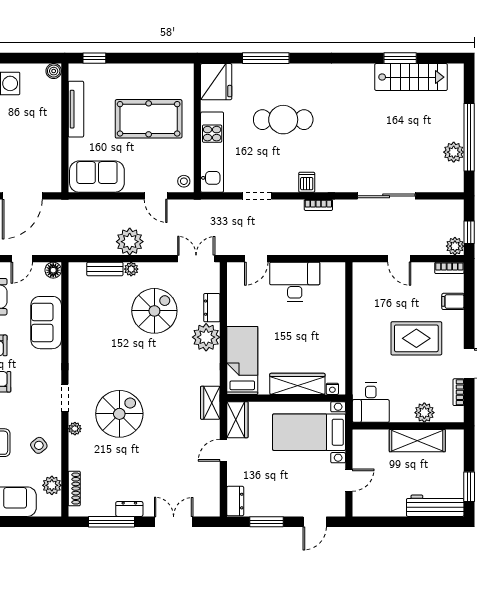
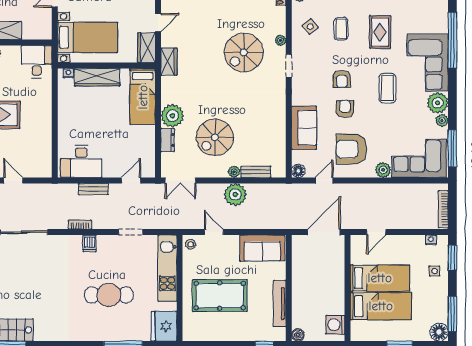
bench: (302, 248) -> (93, 189), added
desk: (295, 282) -> (81, 161), moved

